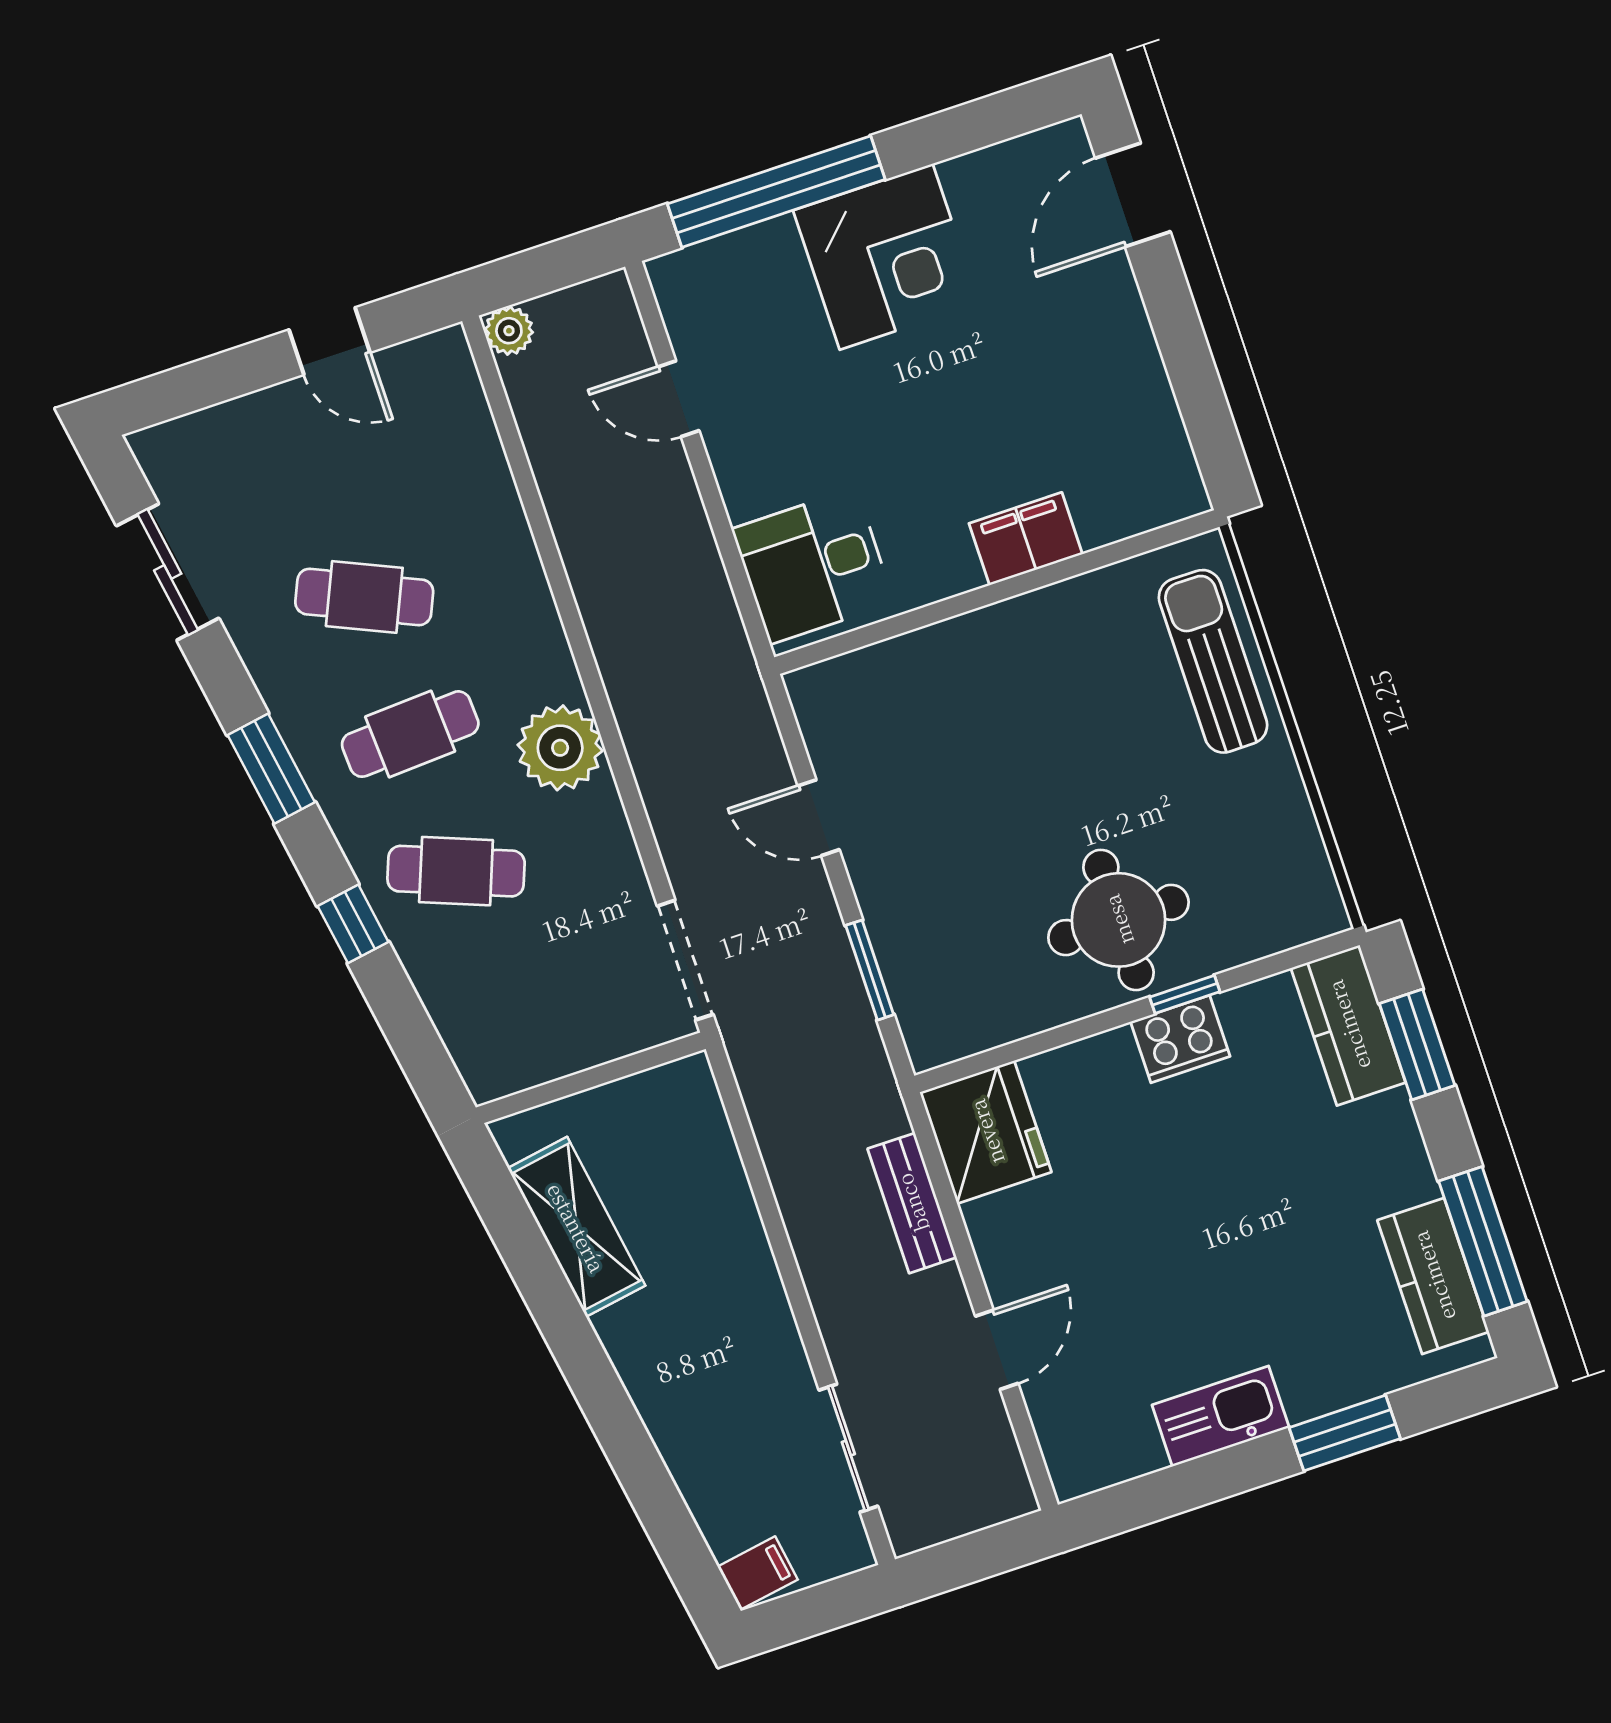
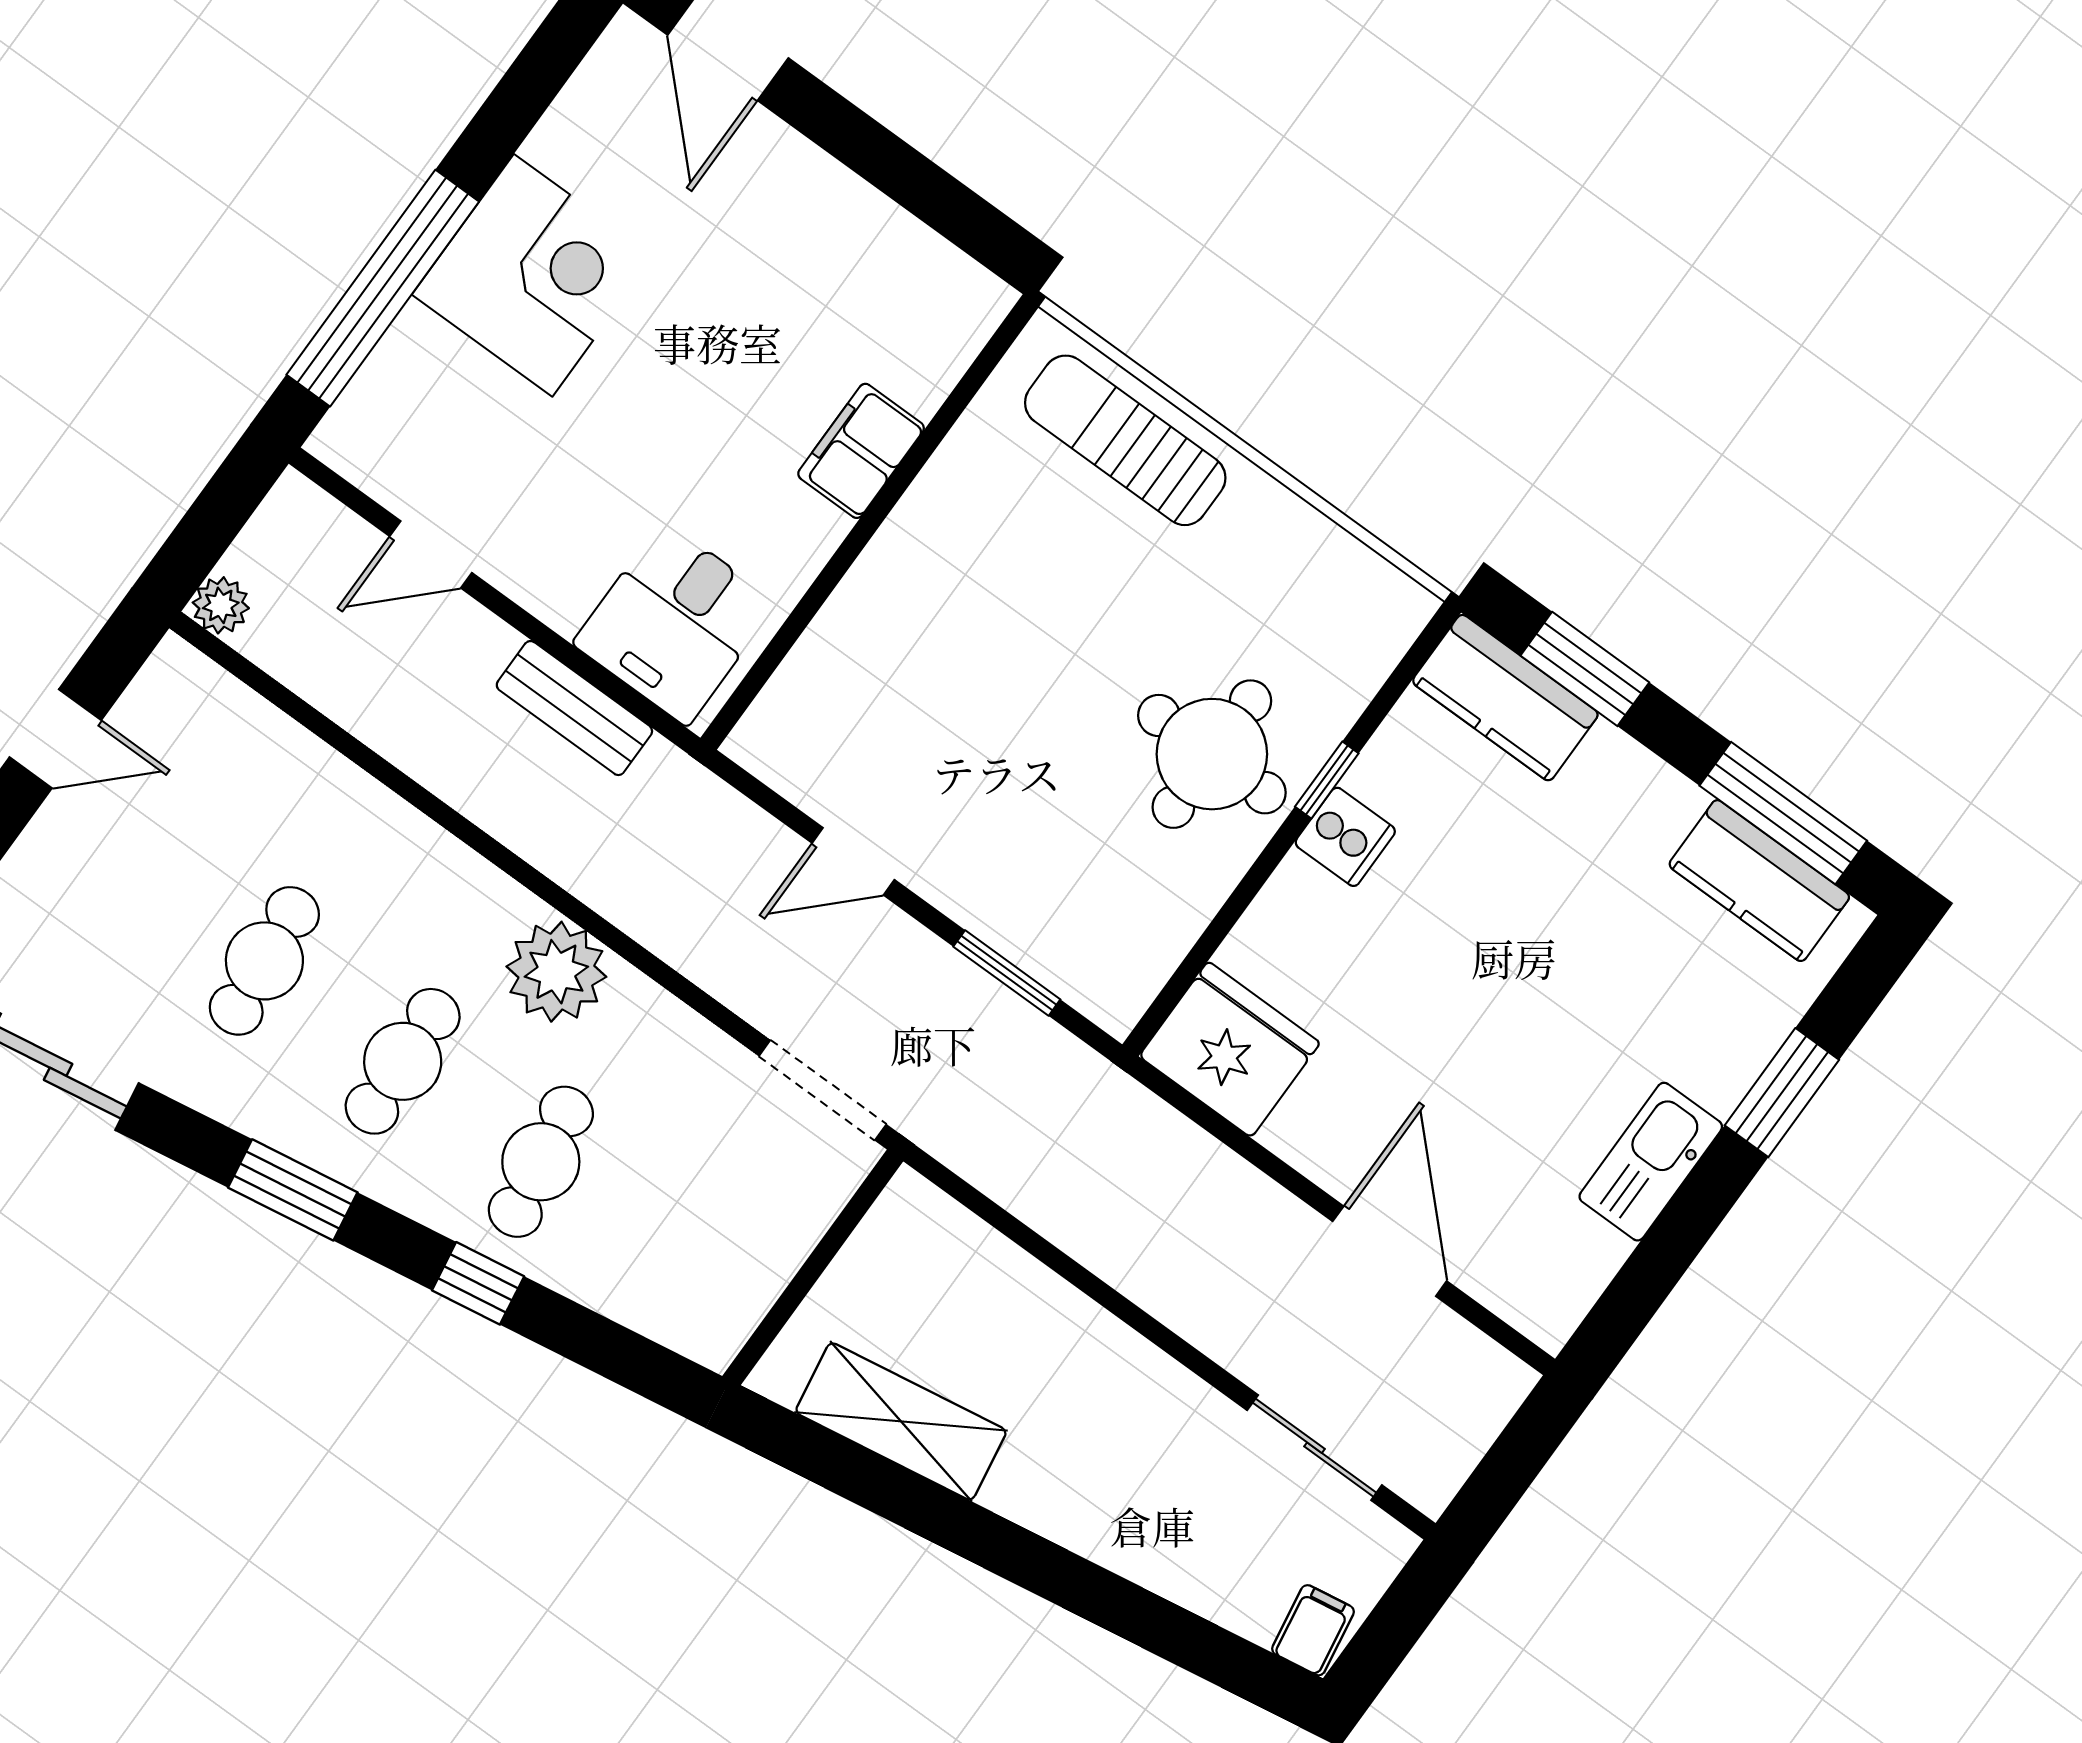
cafe table: (364, 597) -> (264, 961), turned -30
cafe table: (456, 871) -> (541, 1162), turned -30
cooker: (1180, 1039) -> (1345, 837), width x0.73
bench: (912, 1203) -> (574, 708), moved
door: (997, 1350) -> (1390, 1251), width x1.38

